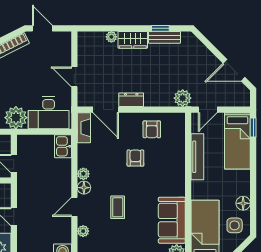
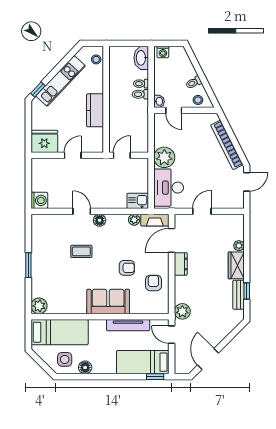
armchair: (152, 129) -> (153, 283), turned 90
plant: (83, 174) -> (134, 220), moved
sofa: (172, 220) -> (108, 301), moved
plant: (83, 231) -> (59, 220), removed

